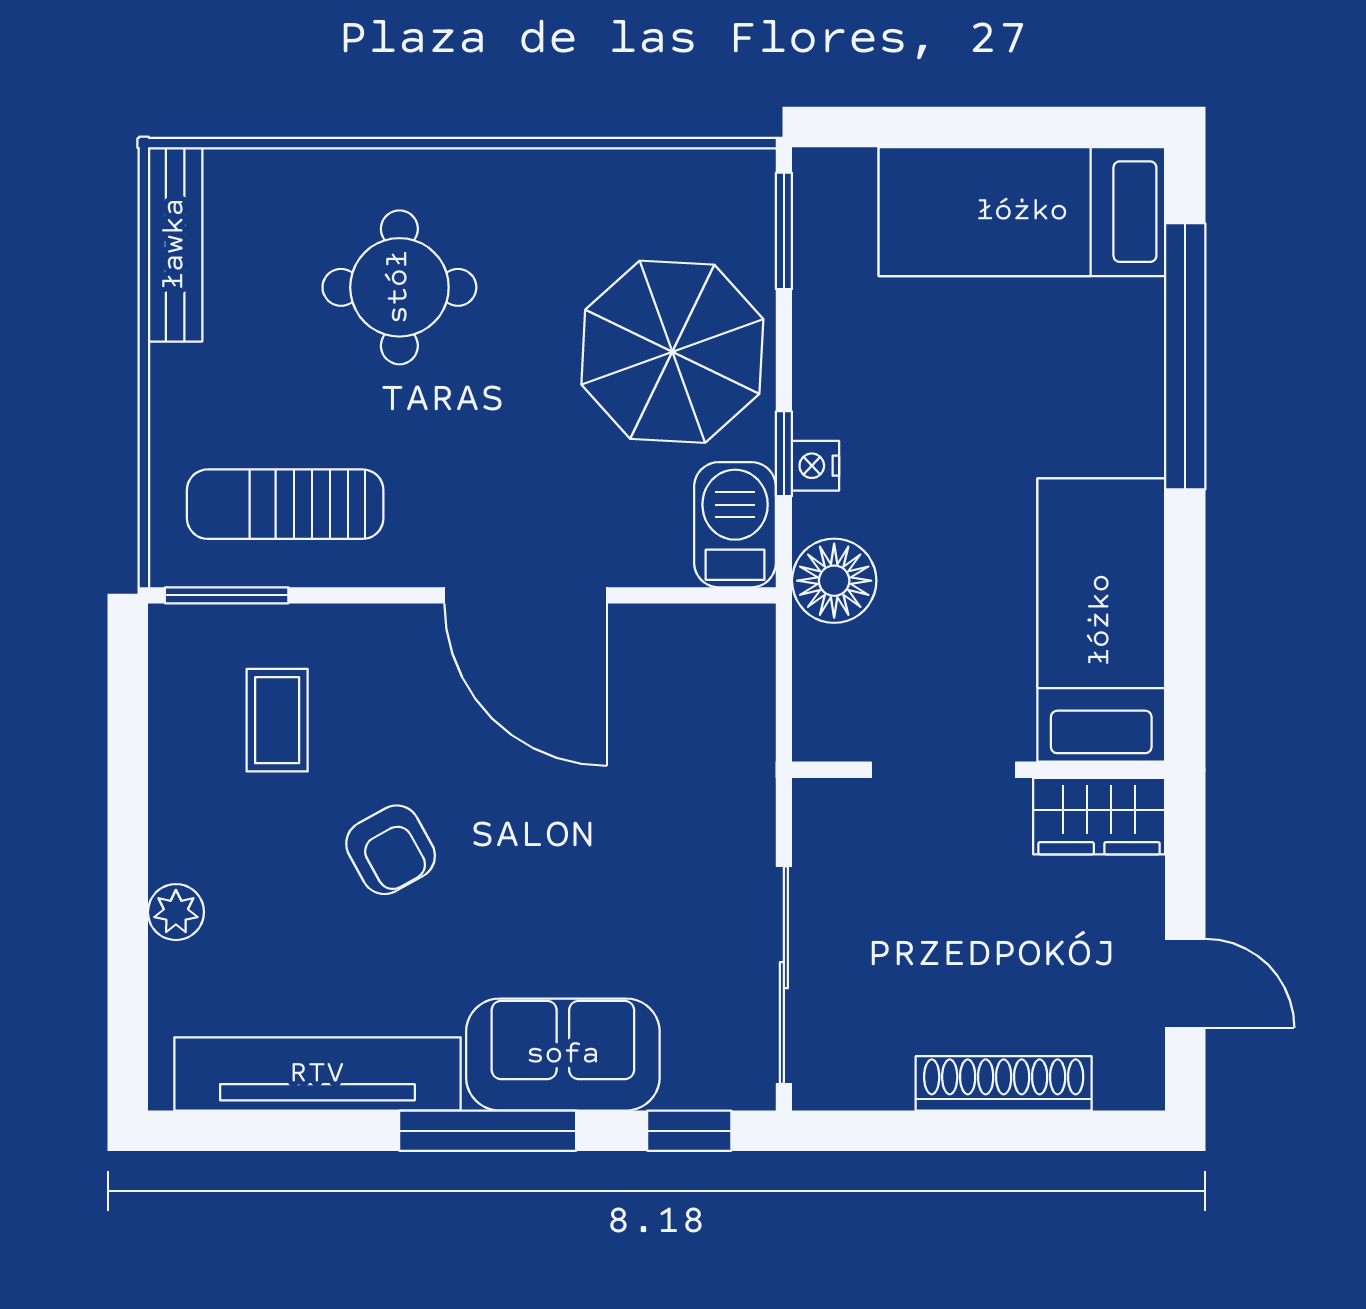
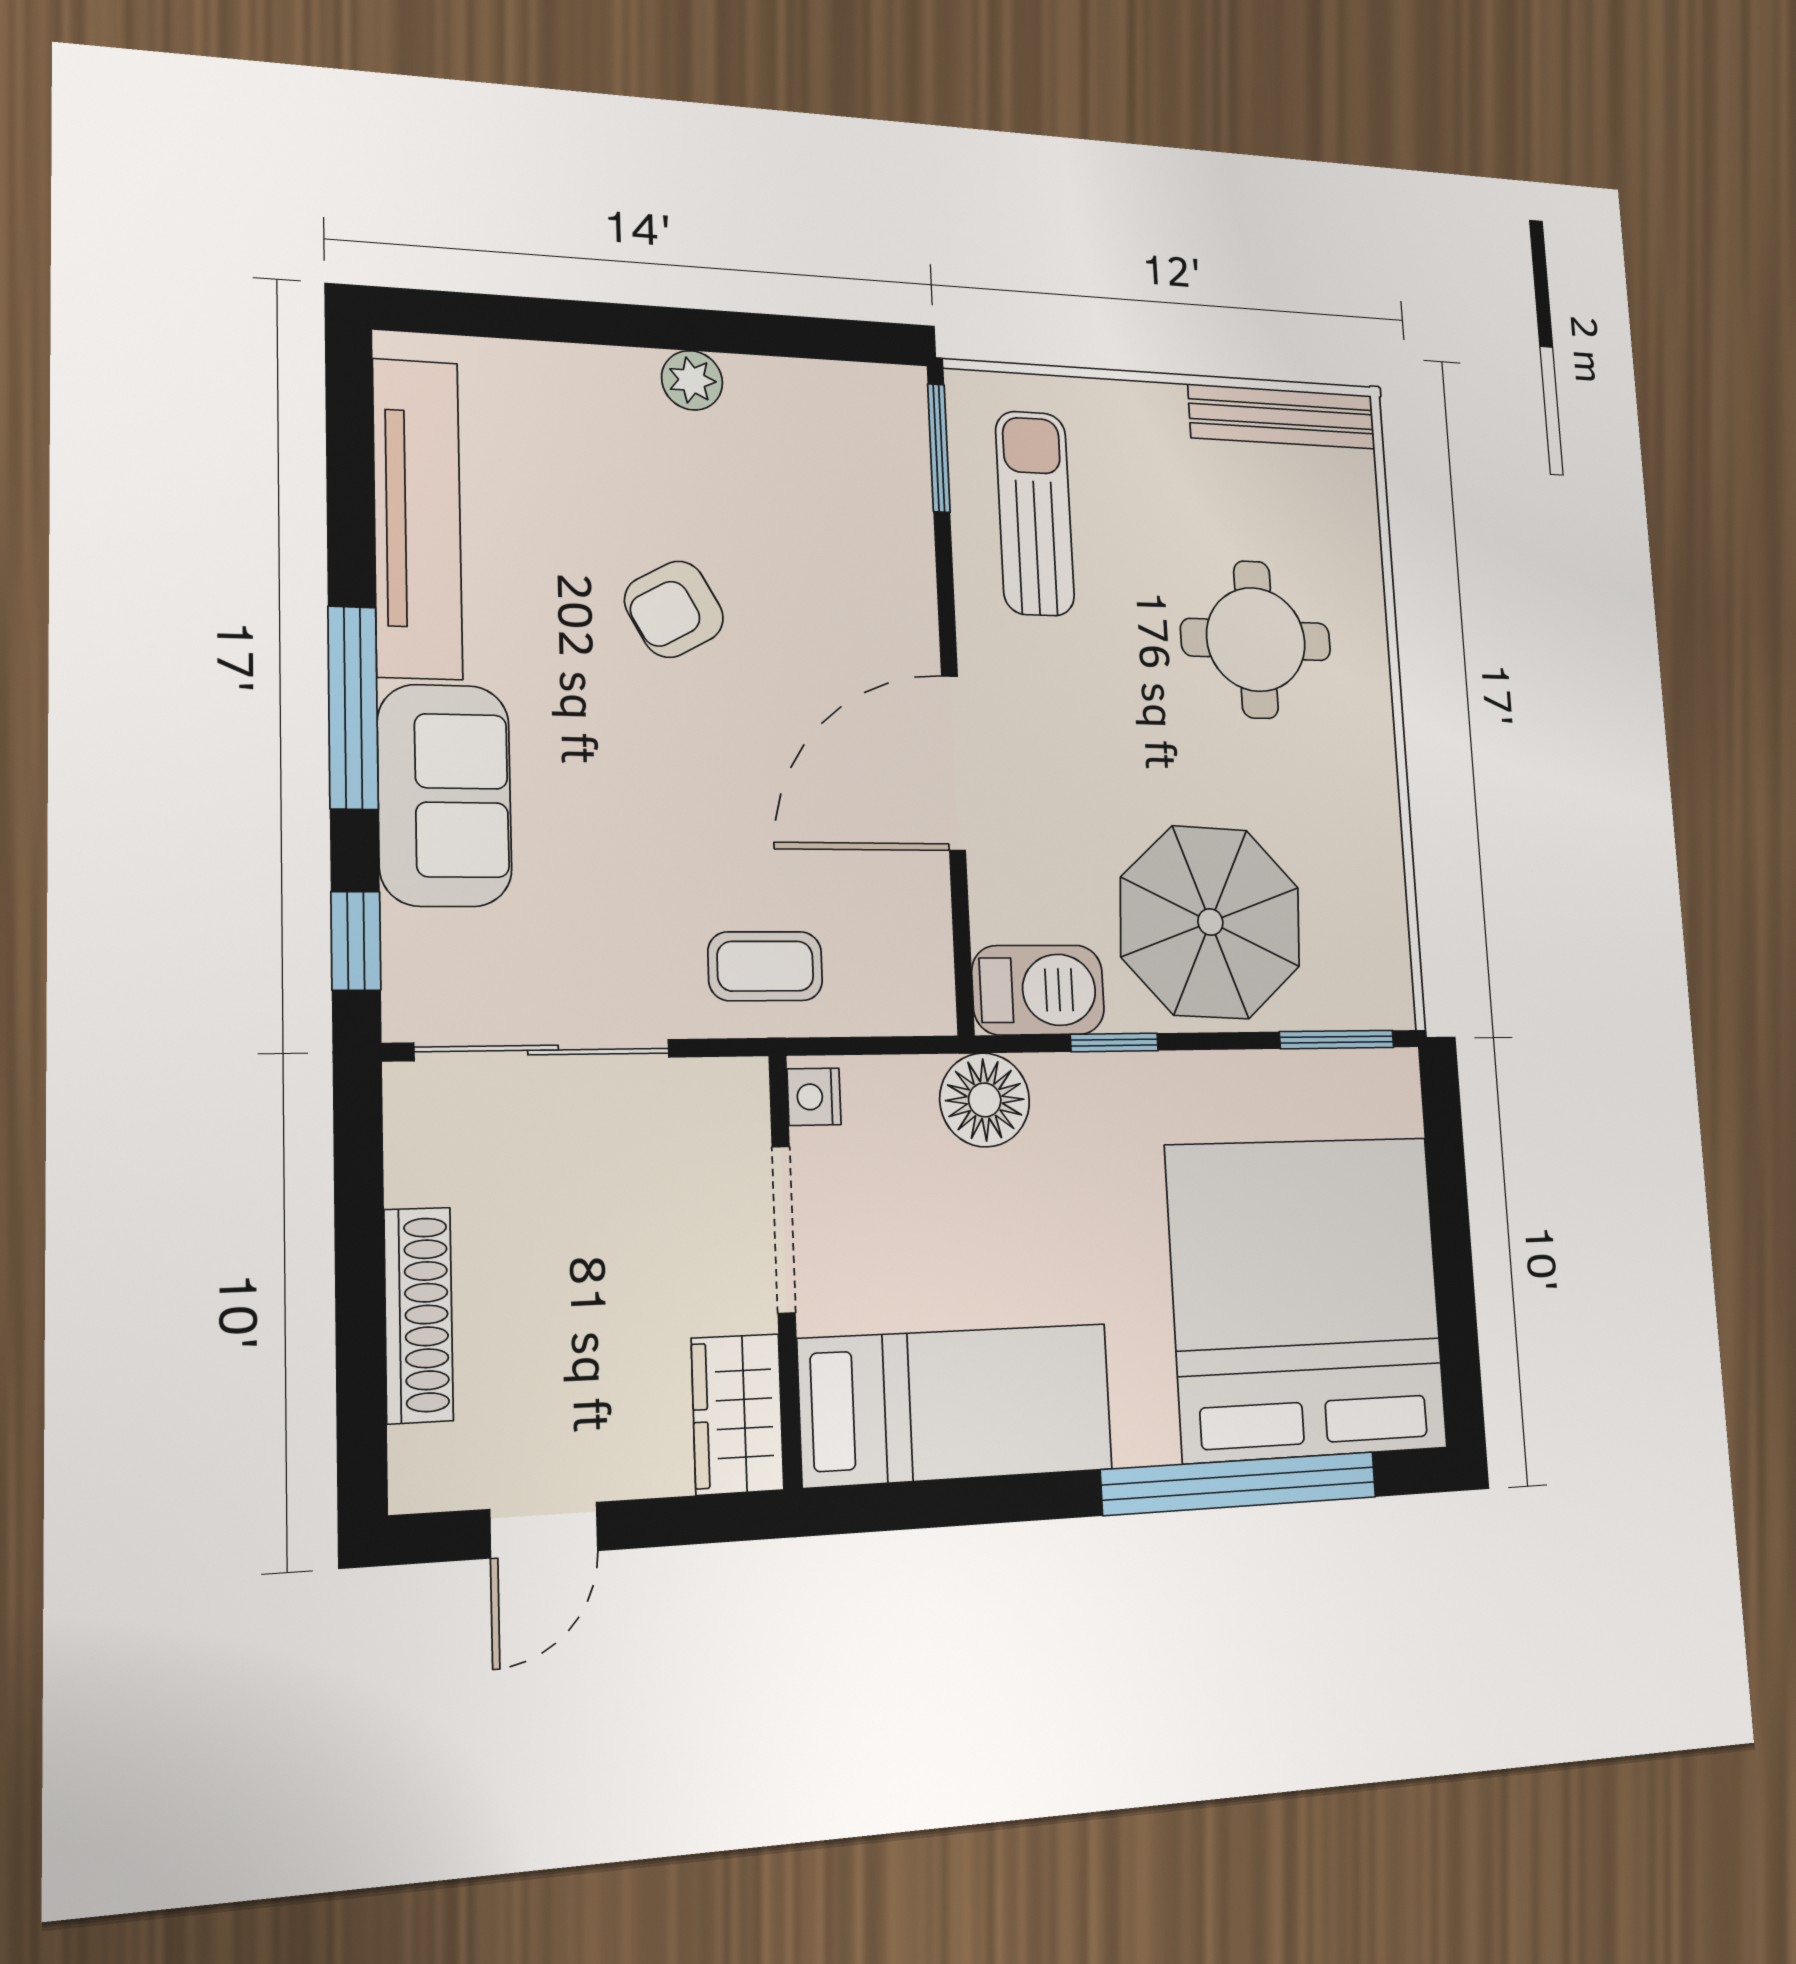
bed: (1022, 212) -> (1307, 1297), width x2.04
nightstand: (816, 466) -> (814, 1097), moved, turned -90
coffee table: (277, 720) -> (765, 966), moved
plant: (176, 912) -> (692, 380), moved

